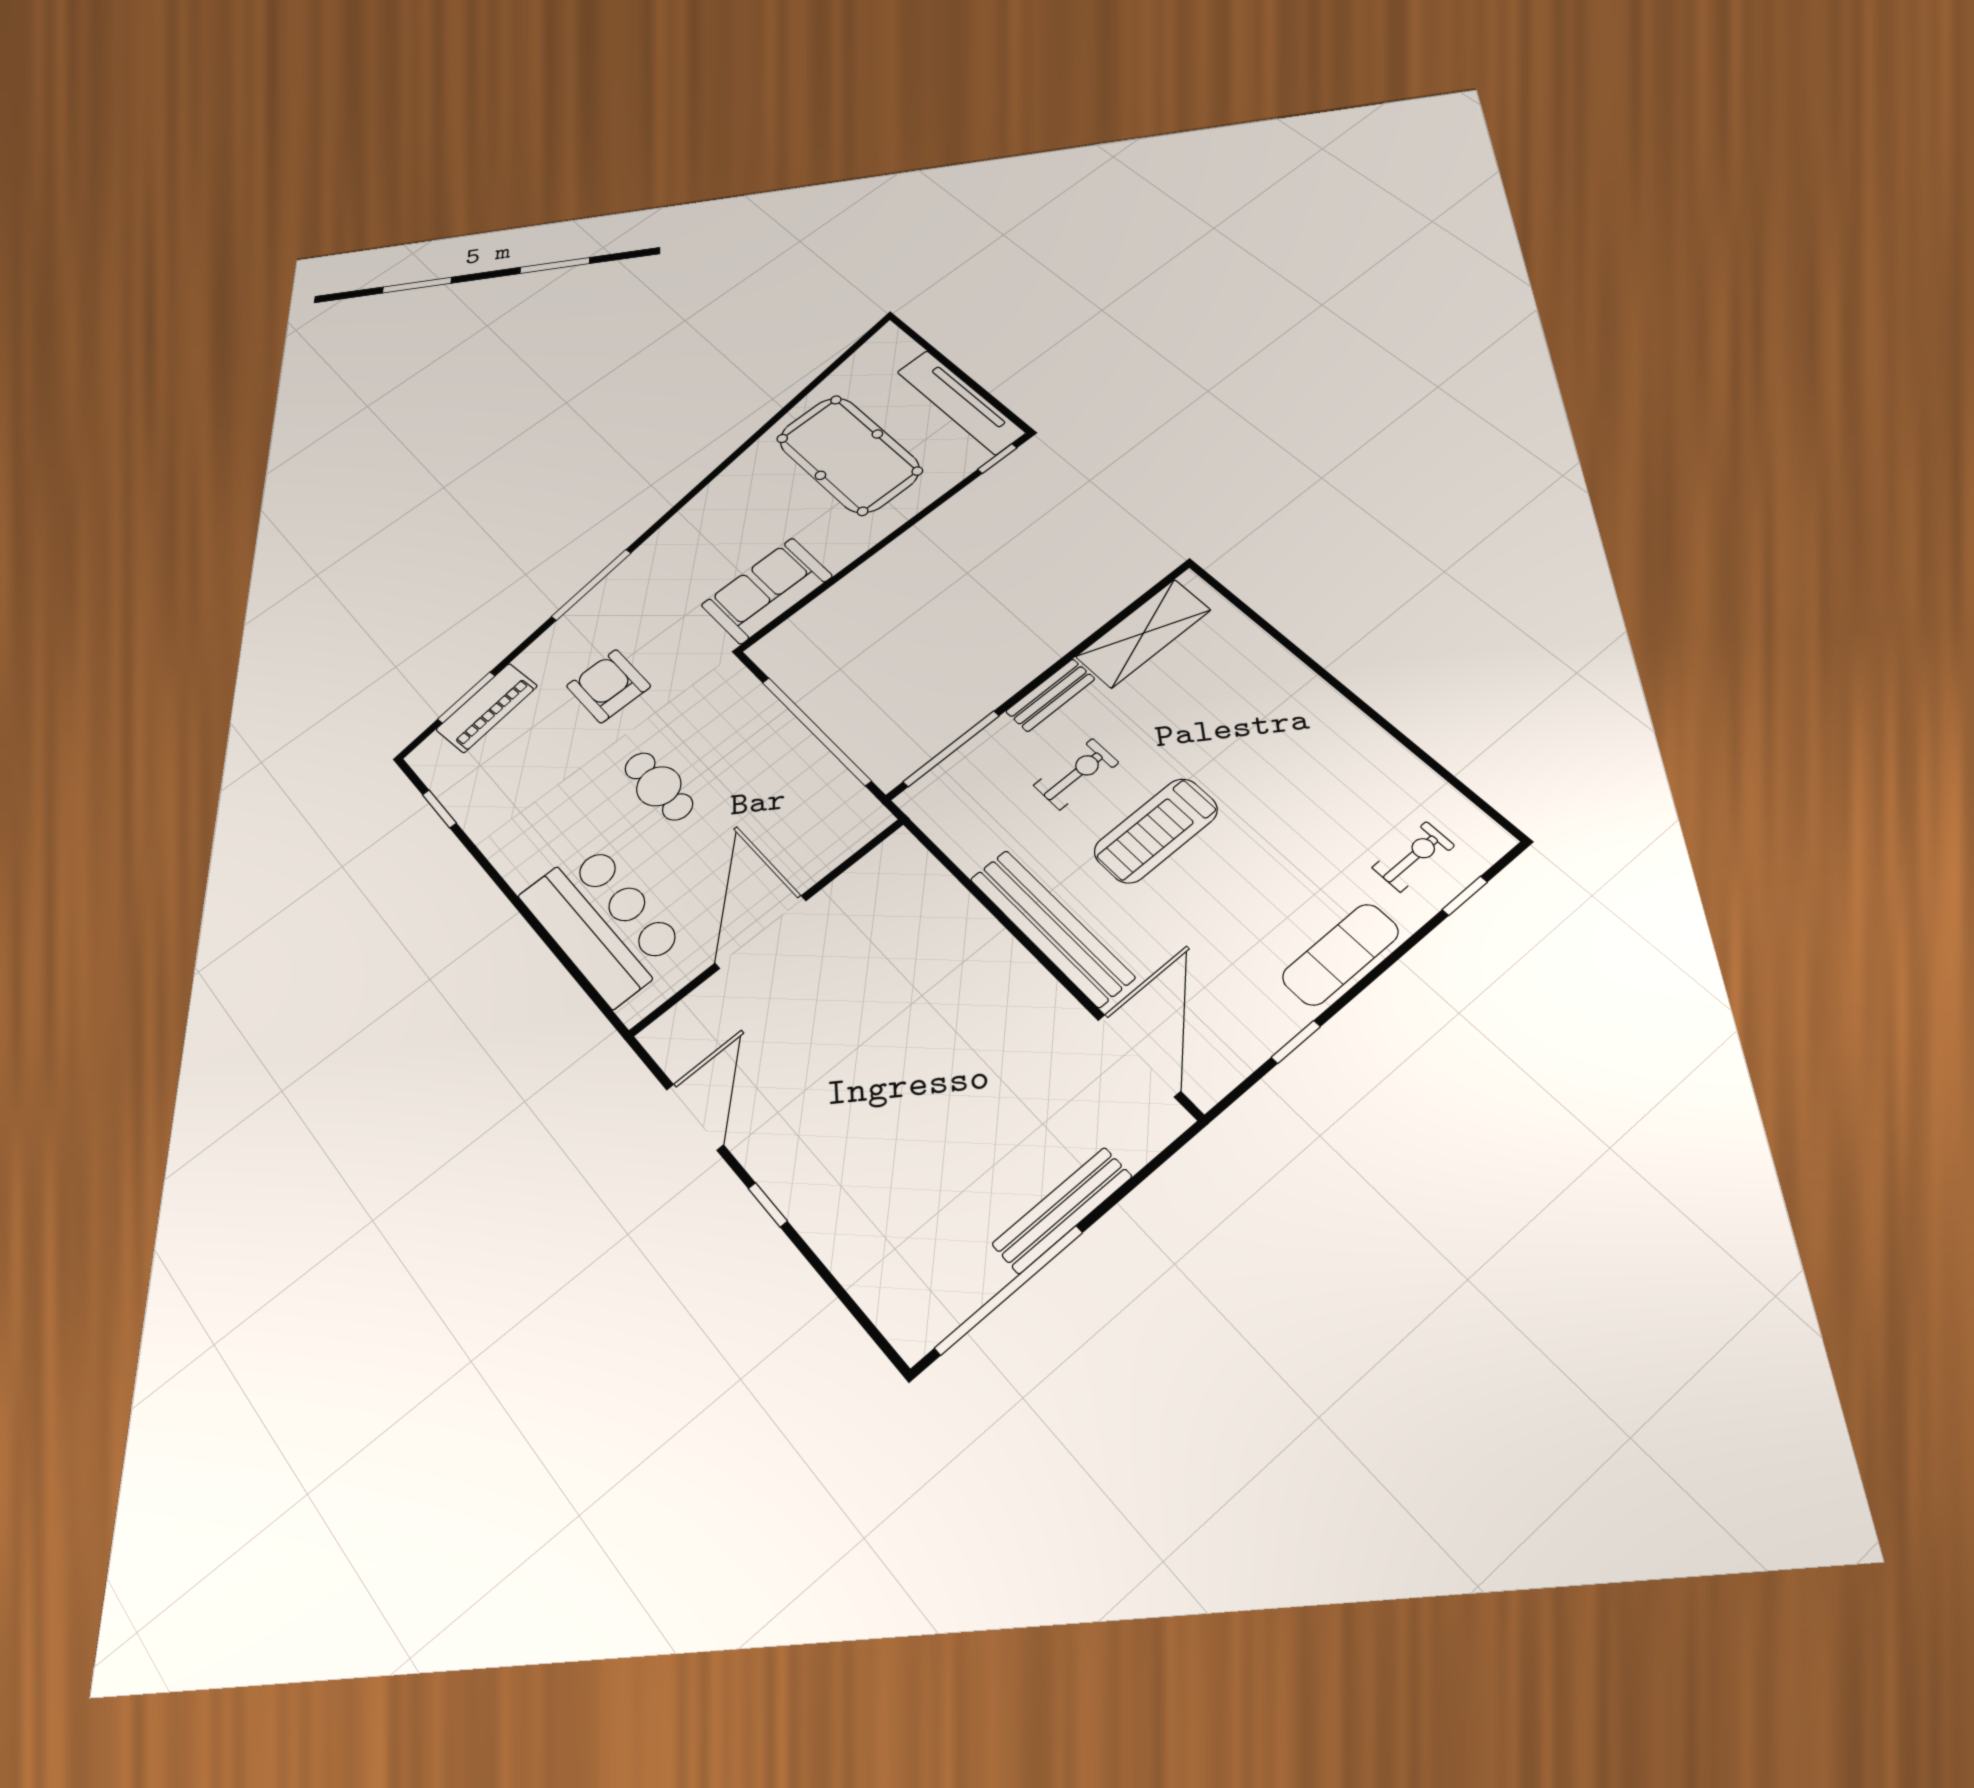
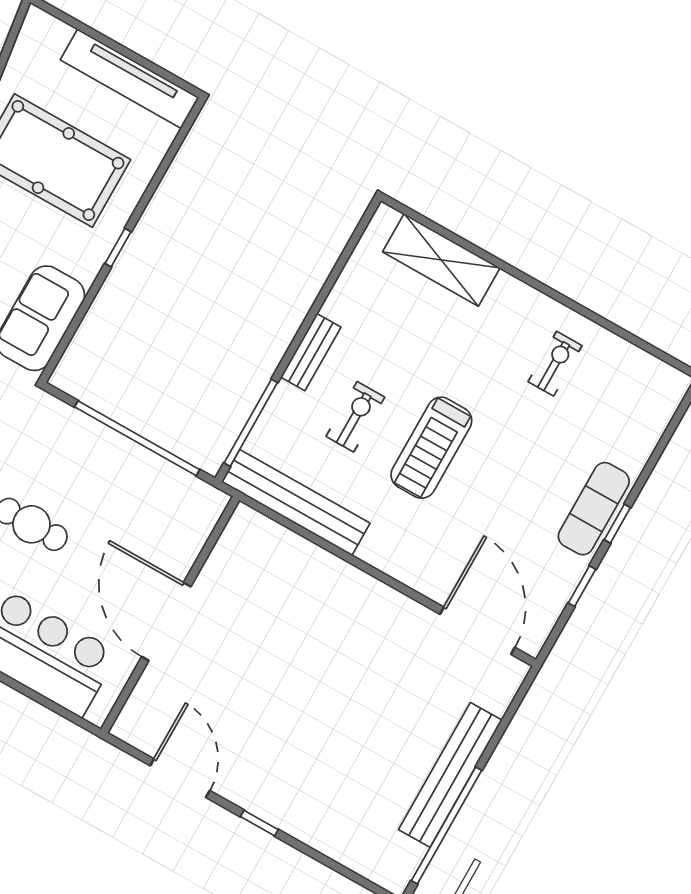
window: (997, 459) -> (118, 248), moved
shelving: (1143, 633) -> (441, 260), moved, turned 90
exercise bike: (1413, 857) -> (555, 364), moved
window: (1465, 896) -> (617, 524), moved
bench: (1052, 928) -> (296, 503), moved
bench: (1062, 1210) -> (450, 775), width x1.37, depth x1.21

